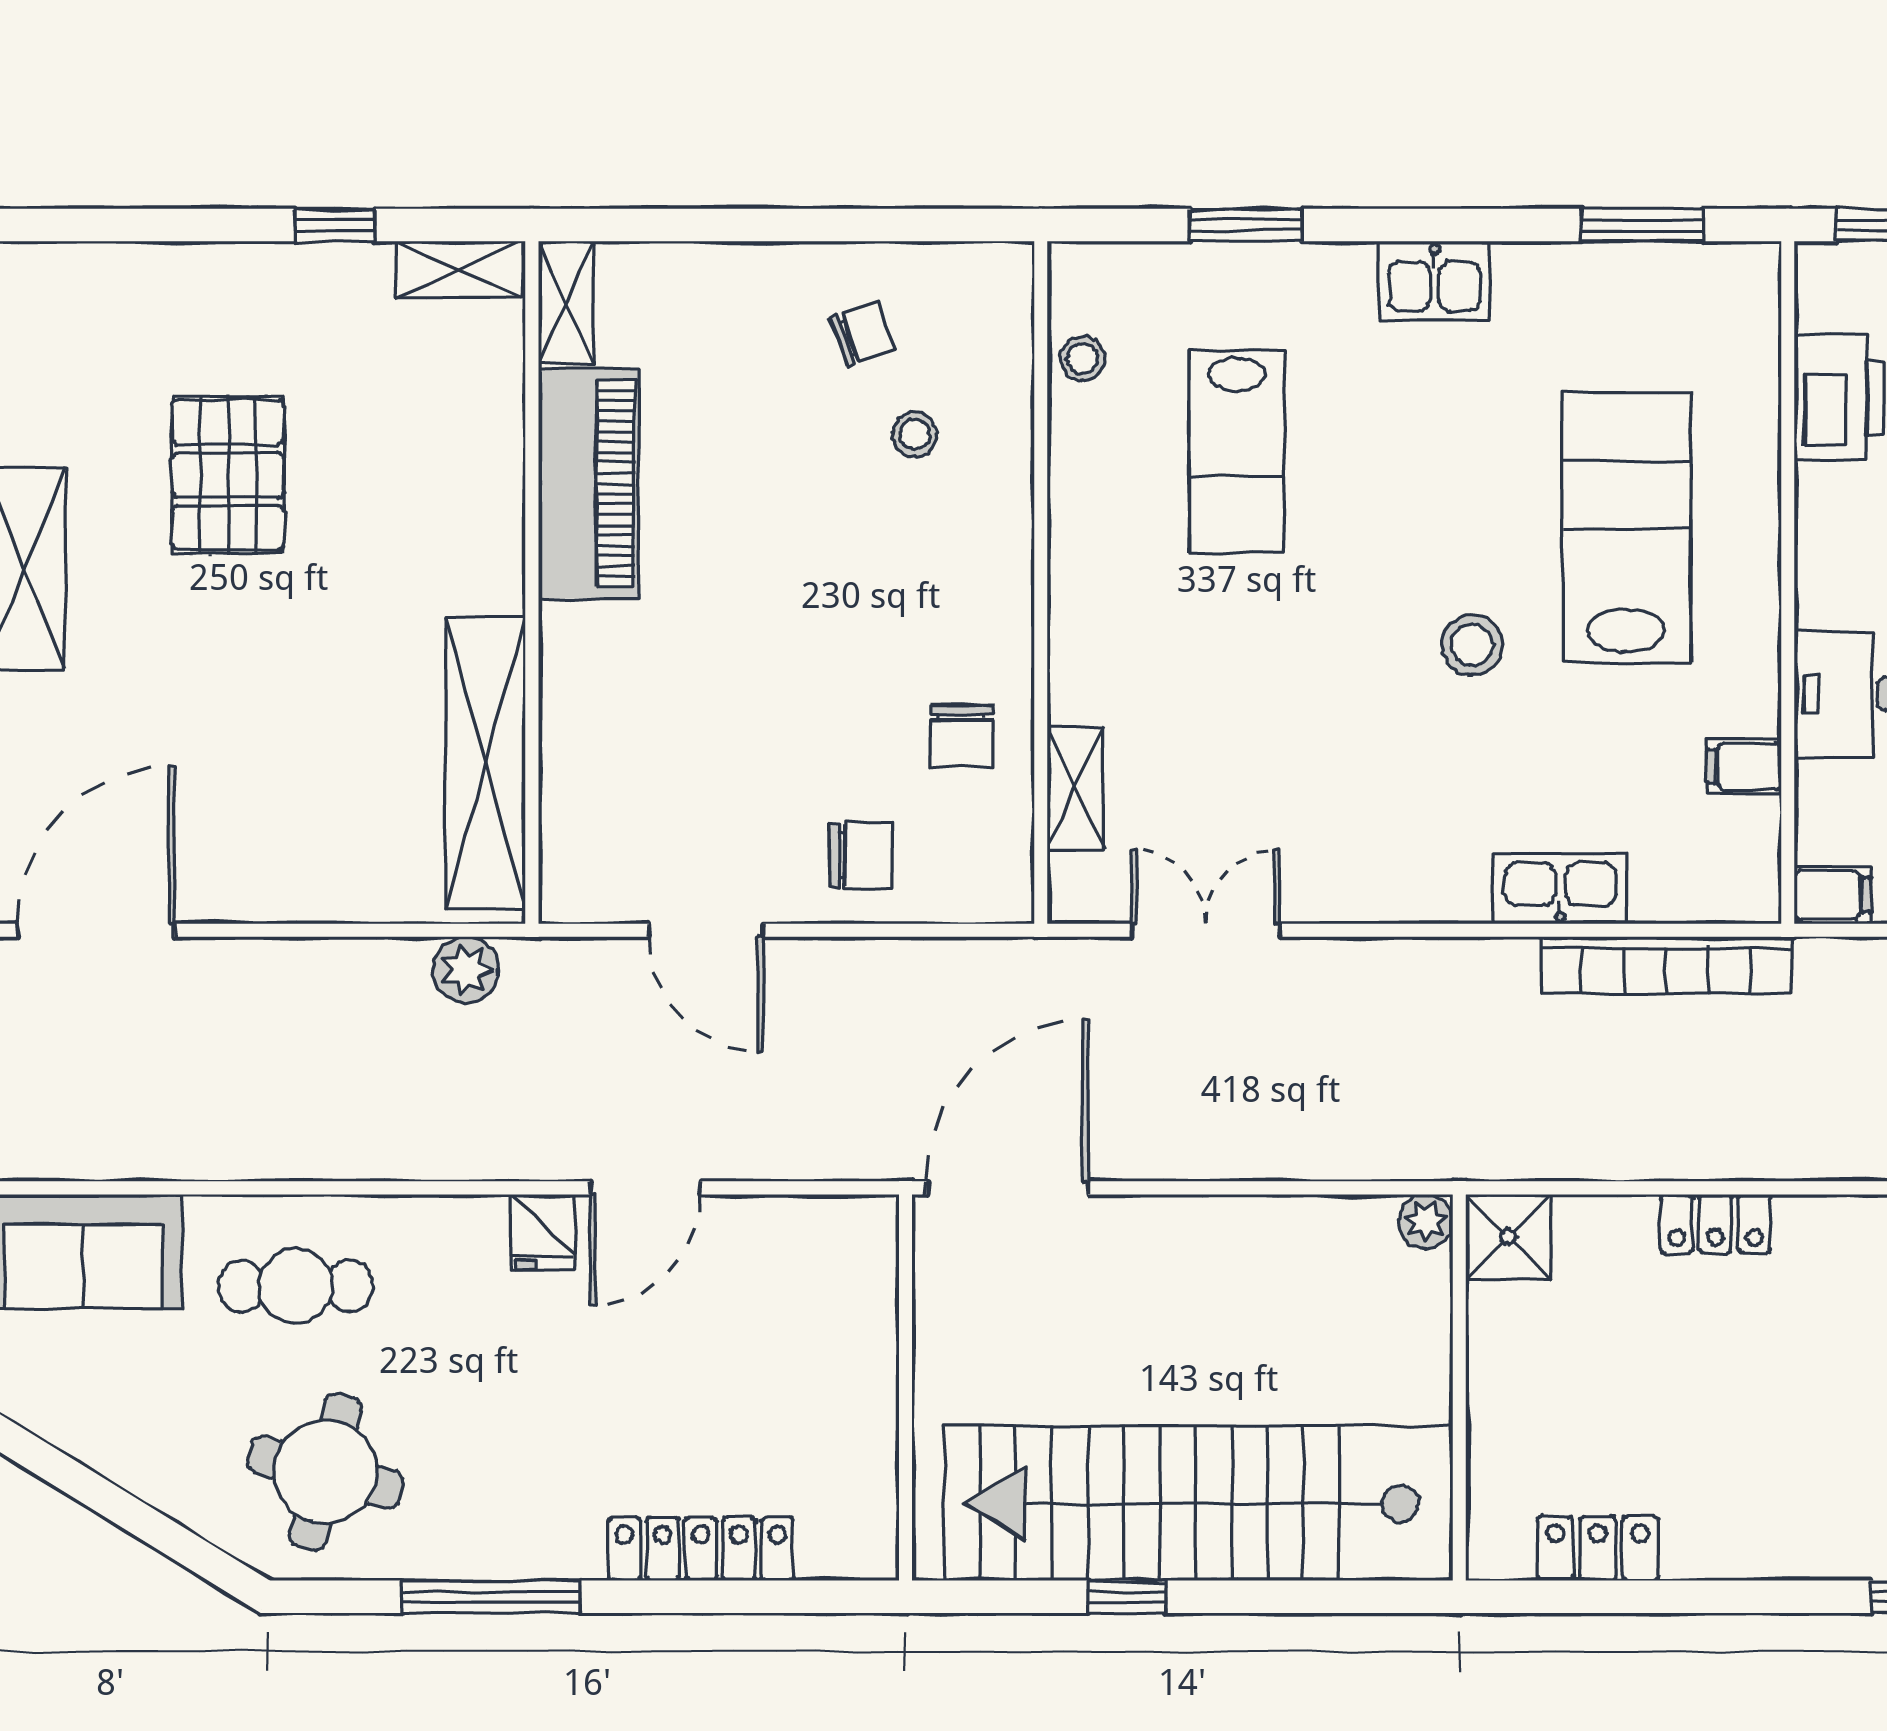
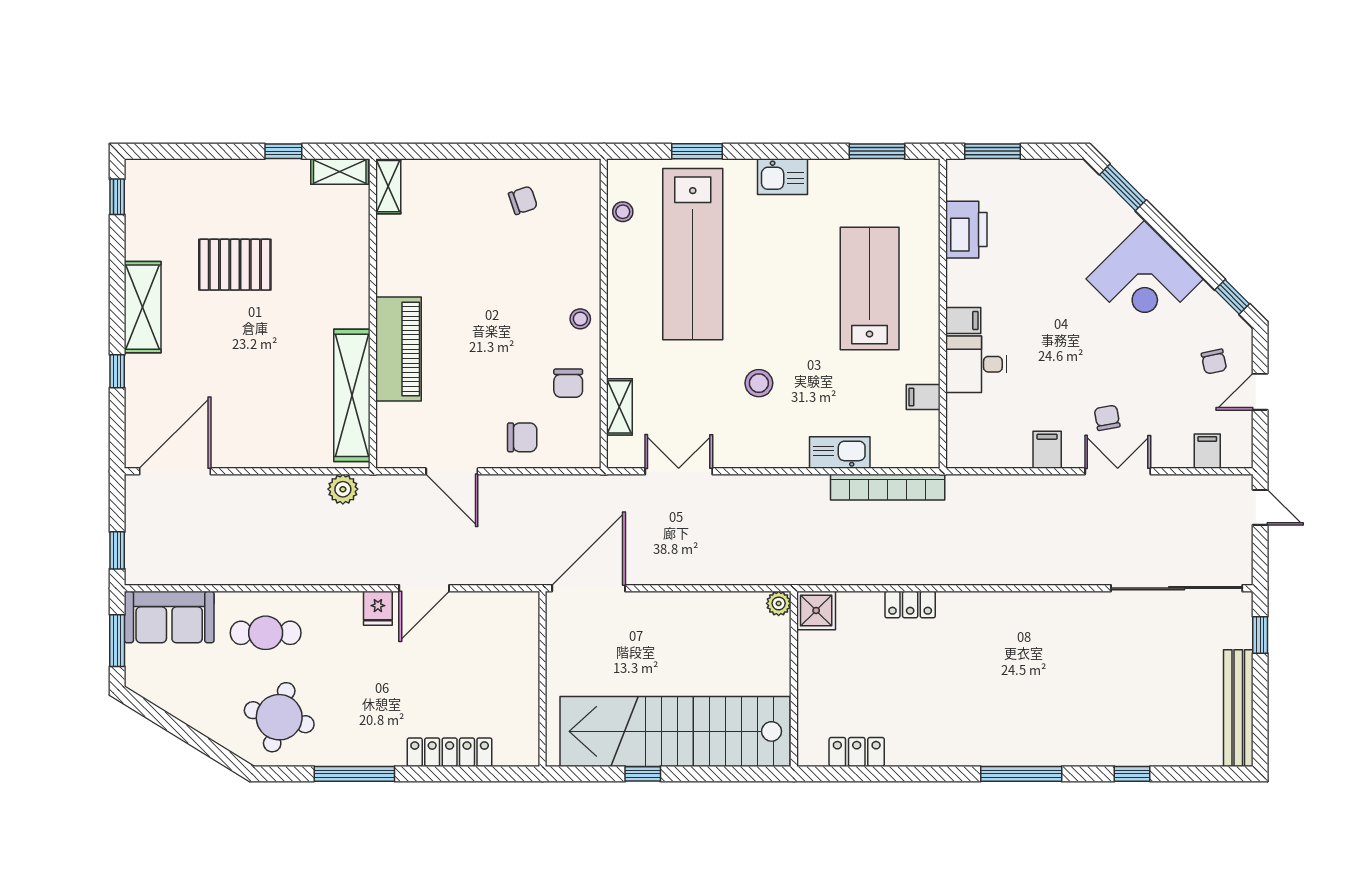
stool: (915, 435) -> (580, 319), moved
lab bench: (1237, 452) -> (693, 254), width x1.86, depth x1.39
pallet: (228, 475) -> (235, 265), turned 90
piano: (588, 483) -> (398, 349), moved
stool: (1472, 645) -> (759, 383), moved
filing cabinet: (1833, 895) -> (963, 320), moved

